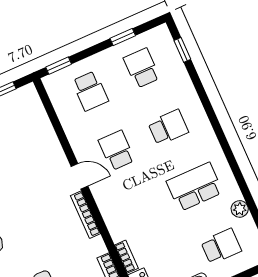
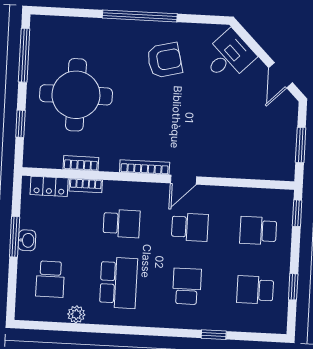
window: (182, 50) -> (214, 335), moved
school desk: (142, 68) -> (255, 290), turned 180
school desk: (168, 127) -> (187, 286), turned 180
school desk: (143, 210) -> (122, 223), added

